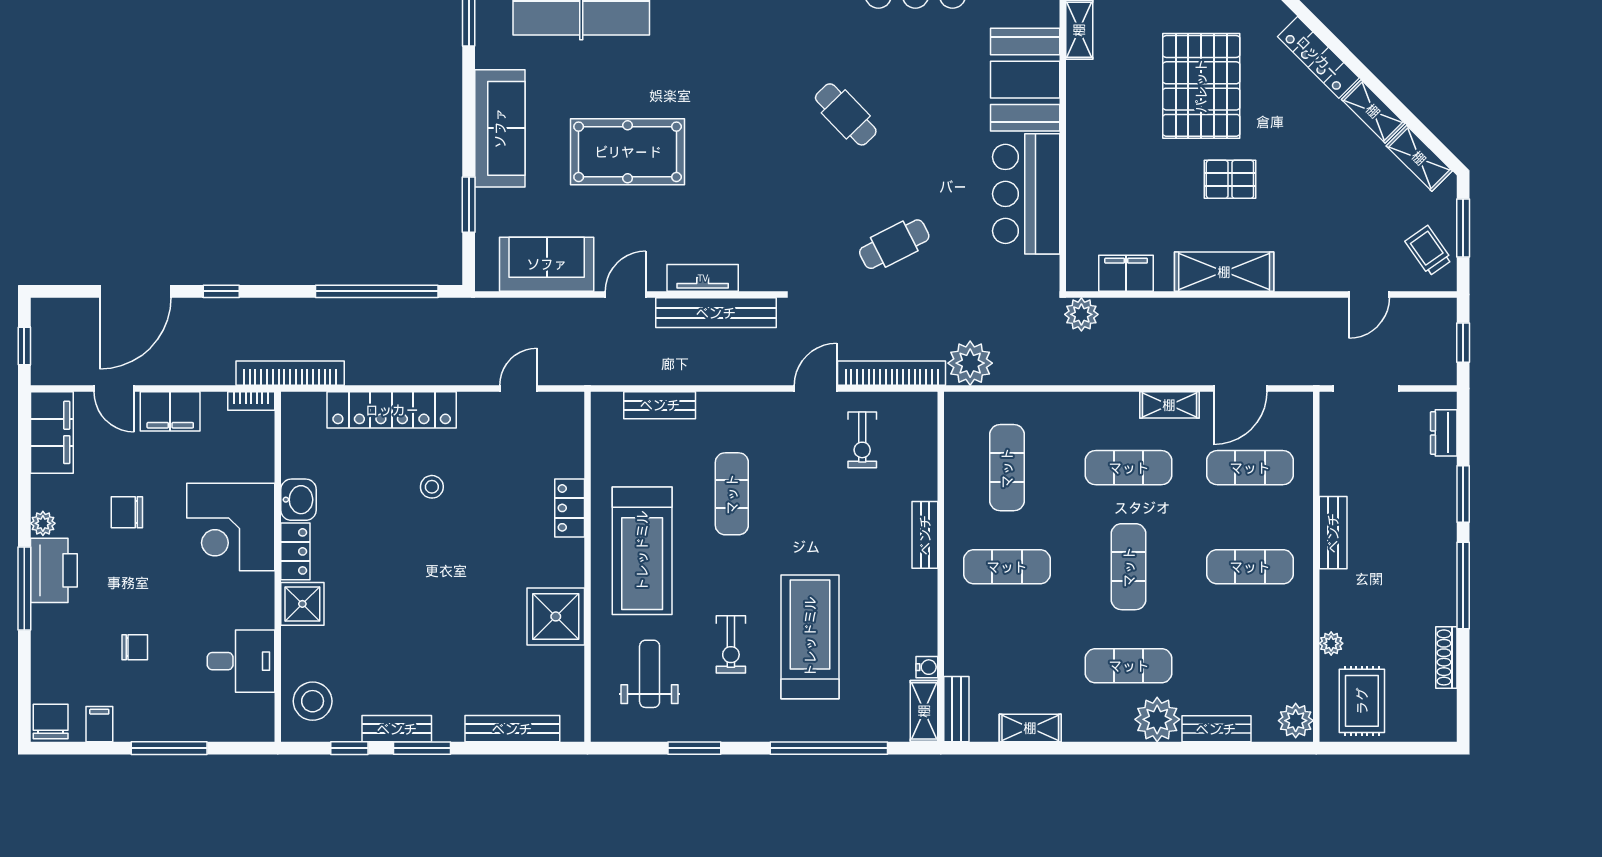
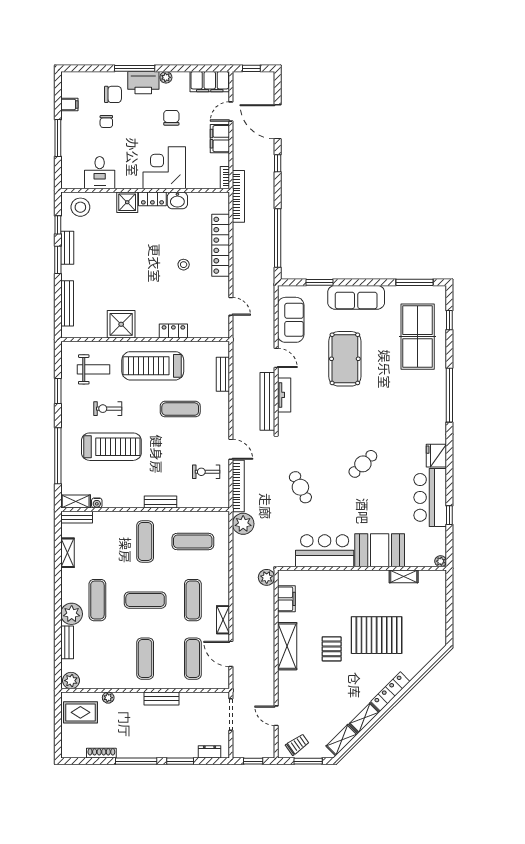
chair: (51, 721) -> (113, 94), moved

